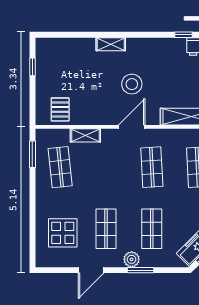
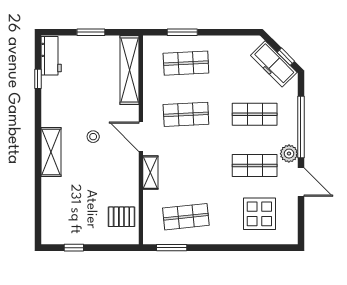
shelving: (111, 44) -> (51, 152), width x1.50, depth x1.33
stool: (132, 84) -> (93, 137), width x0.53, depth x0.53
shelving: (85, 135) -> (150, 173), moved
plant: (132, 259) -> (289, 154), moved
window: (140, 270) -> (301, 127), width x2.11

